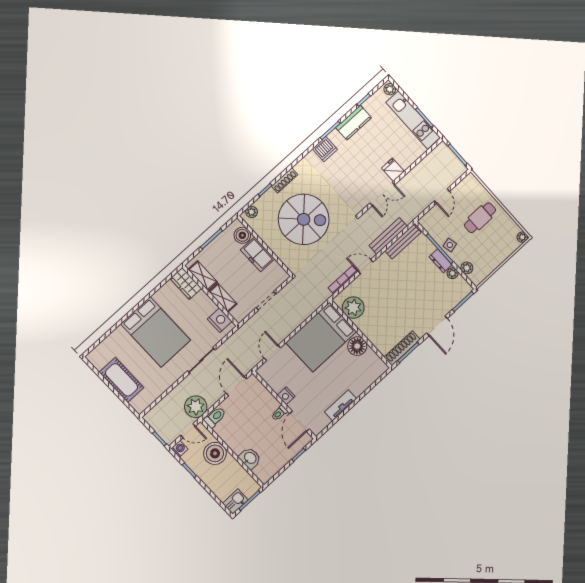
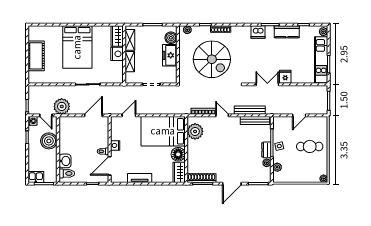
double door: (382, 194) -> (267, 84), swing flipped
nightstand: (220, 320) -> (117, 54), moved
wardrobe: (375, 363) -> (179, 172), added
toilet: (215, 417) -> (67, 173), moved

